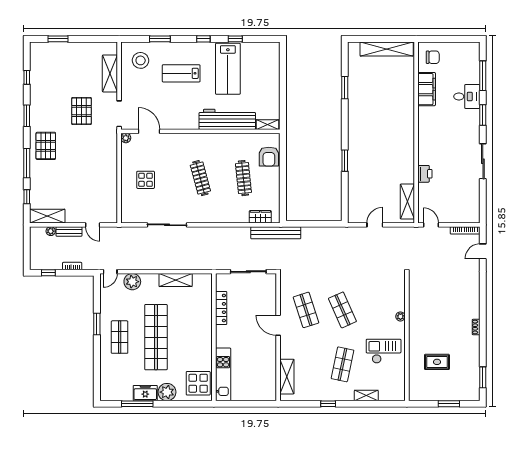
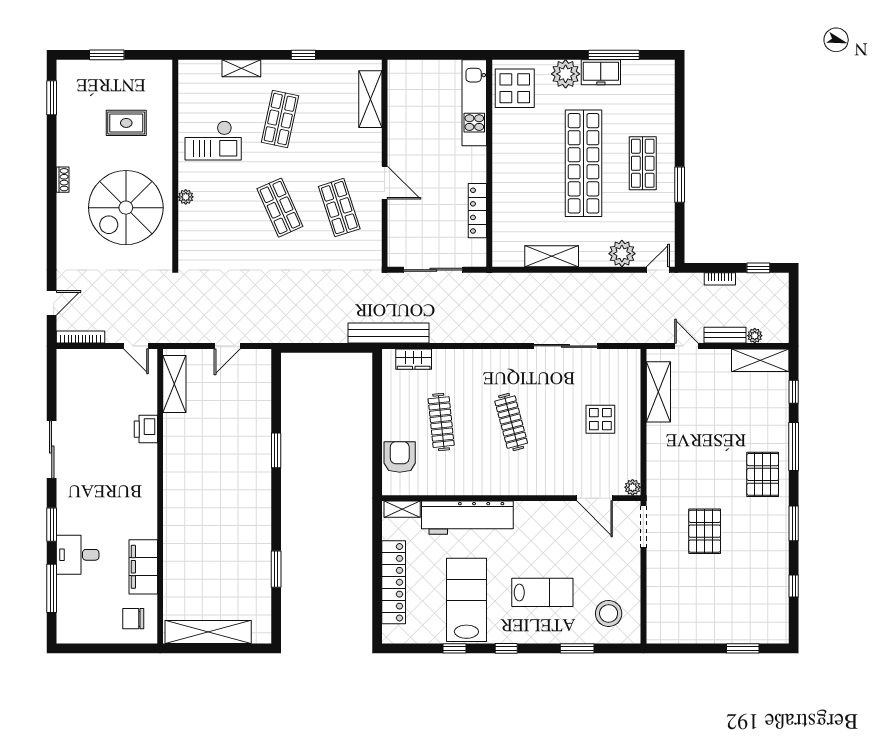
shelving: (110, 73) -> (658, 392), moved
locker: (273, 80) -> (394, 582), added
spiral stairs: (437, 310) -> (126, 208), added

